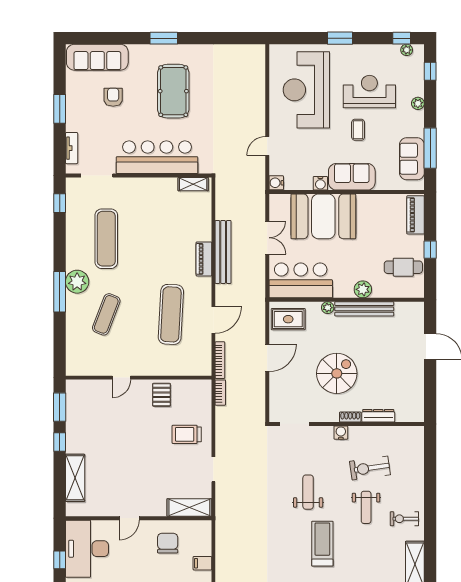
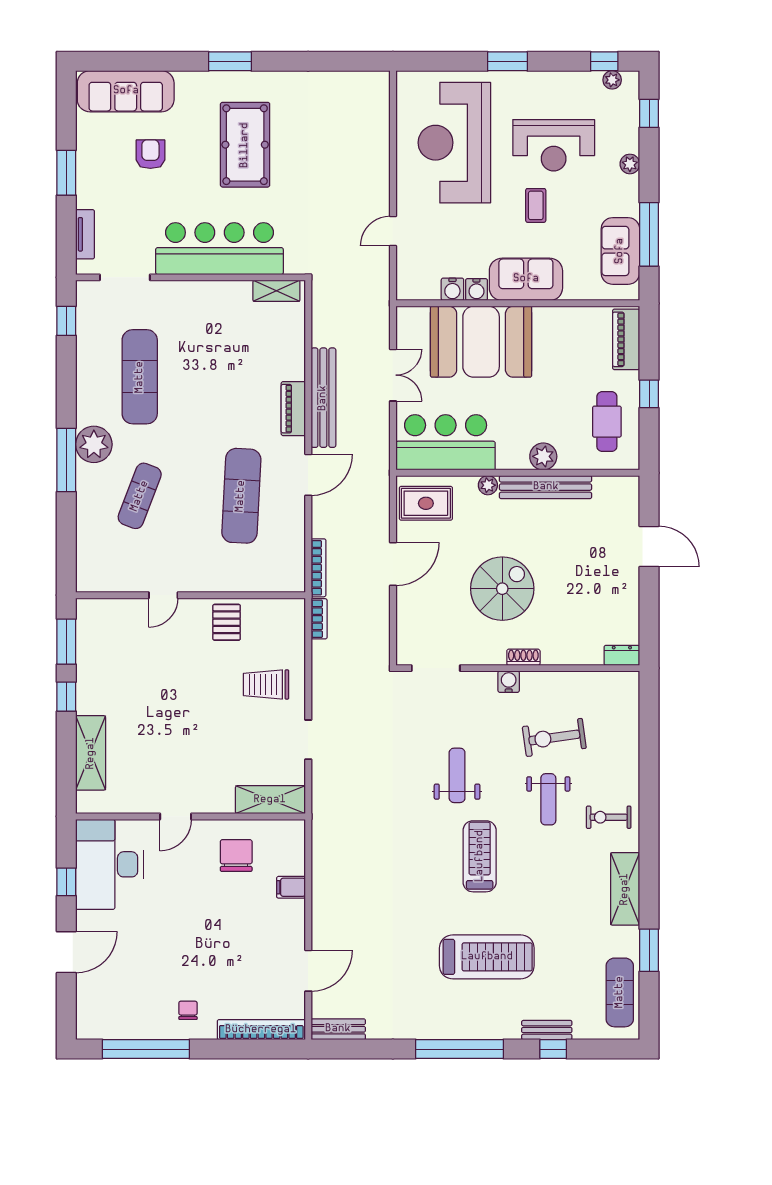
reception desk: (369, 92) -> (554, 145), turned 180
water cooler: (276, 183) -> (452, 289), moved, turned -90
cafe table: (403, 267) -> (607, 422), turned 90
door: (213, 320) -> (308, 475), moved
dresser: (378, 416) -> (622, 655), moved, width x0.70

